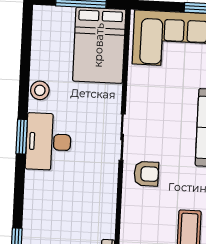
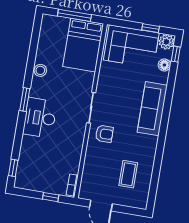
desk: (48, 142) -> (40, 118), moved

